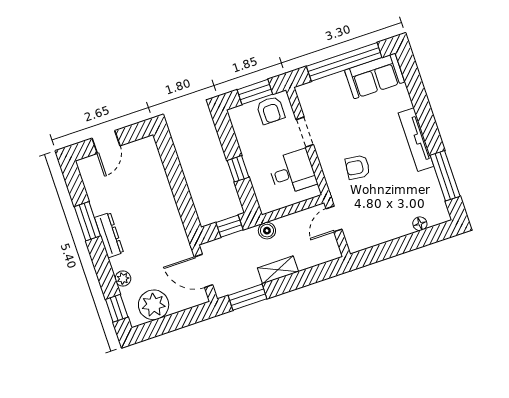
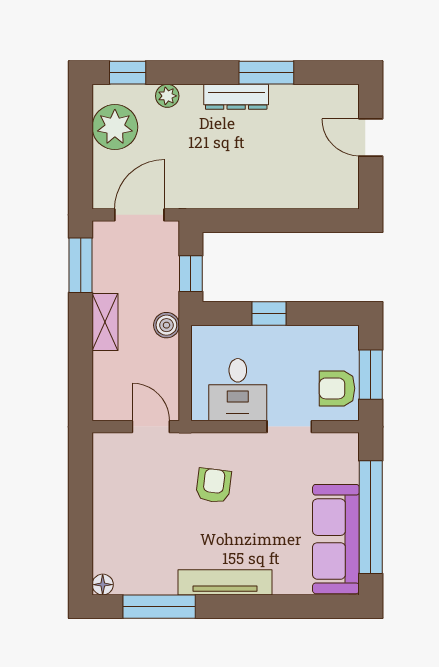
sofa: (374, 76) -> (336, 539), width x1.36
floor lamp: (420, 224) -> (103, 585), moved

